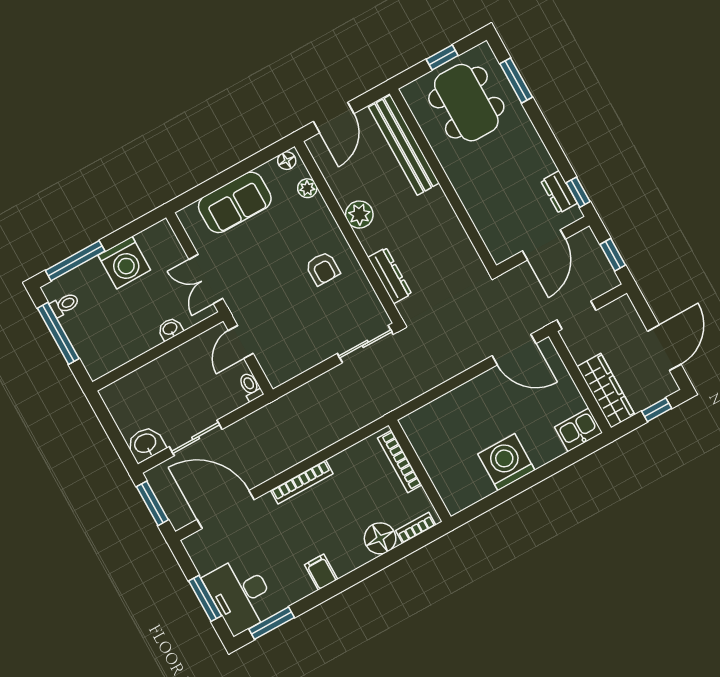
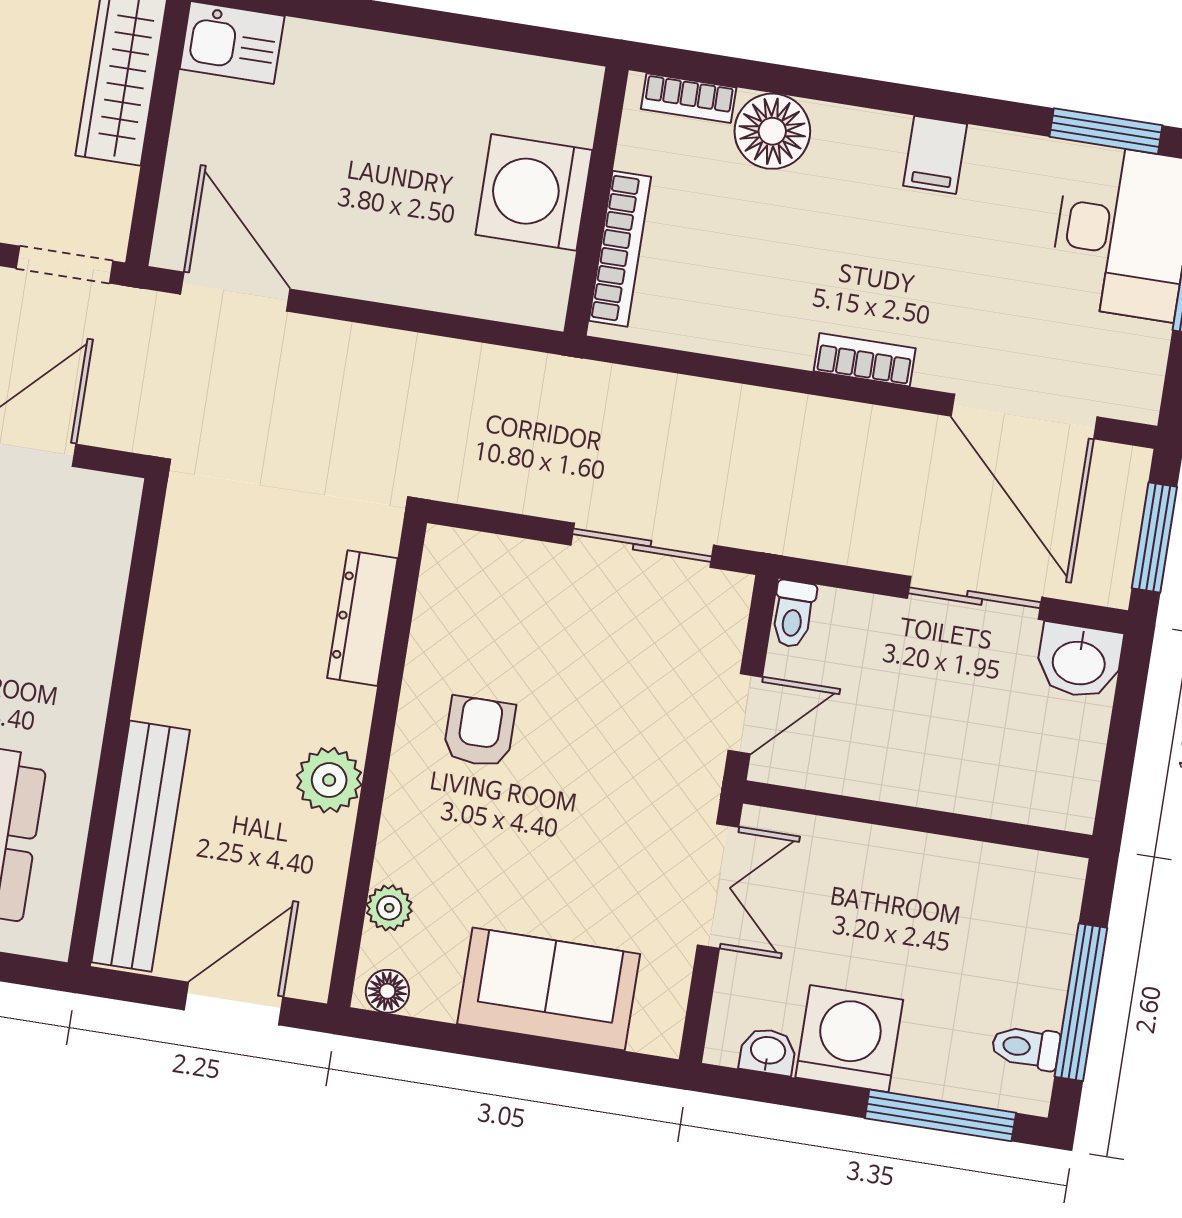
washbasin: (170, 329) -> (768, 1052), moved, turned 180
sliding door: (365, 344) -> (642, 545), moved
washing machine: (506, 462) -> (534, 192), moved, turned 90
bookcase: (302, 482) -> (865, 360), width x0.64

